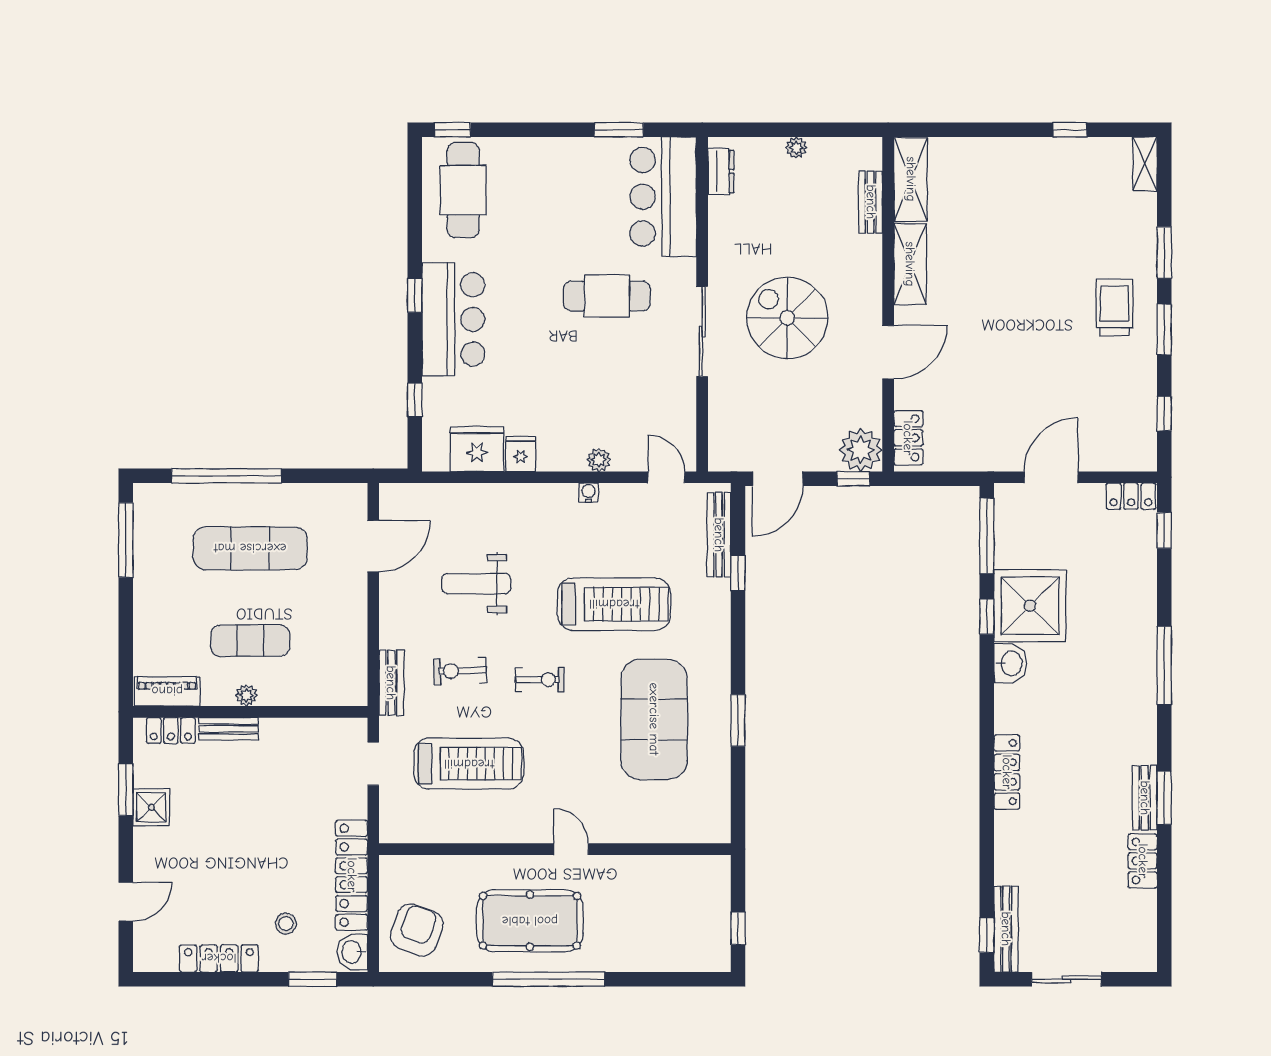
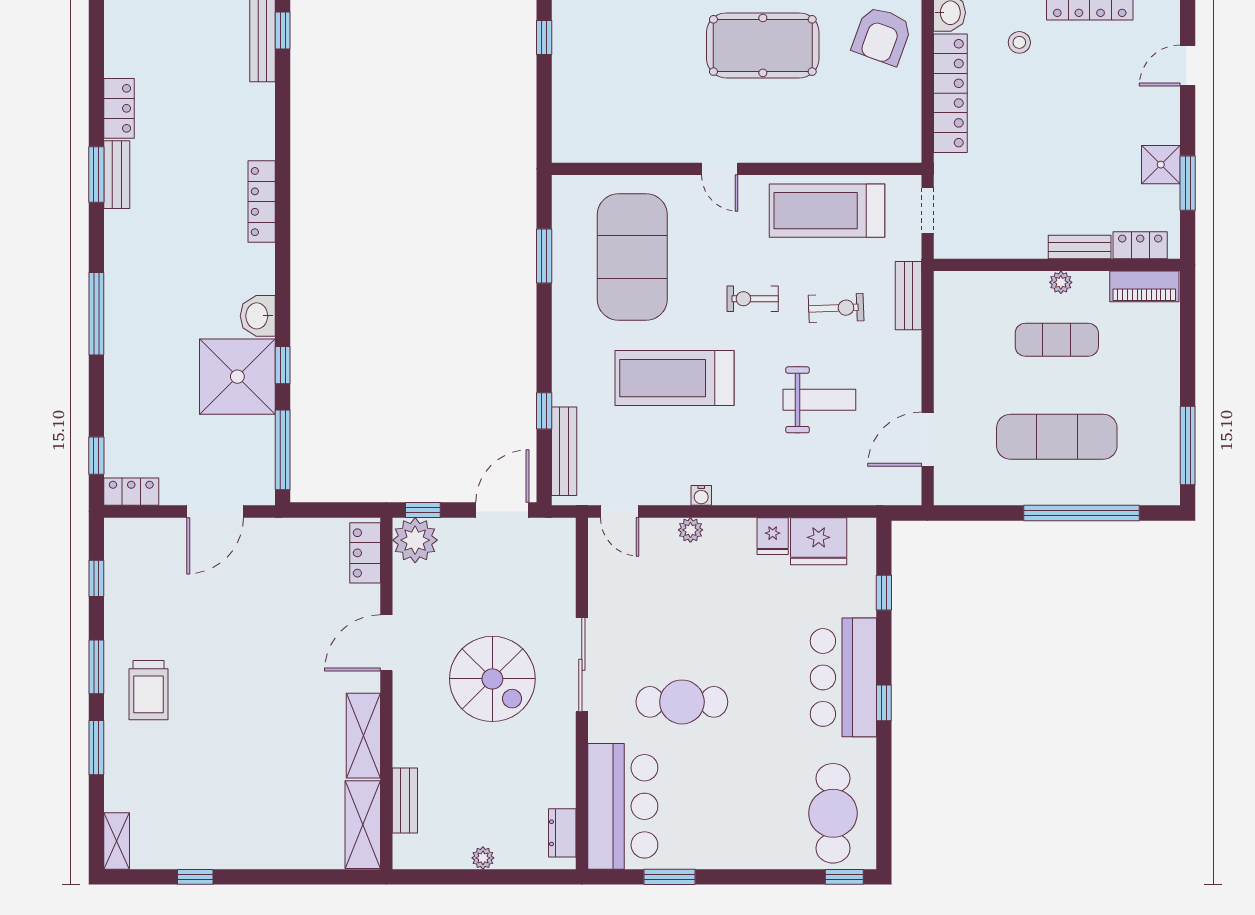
wall: (555, 849) -> (737, 169), moved
door: (571, 849) -> (720, 169), moved

